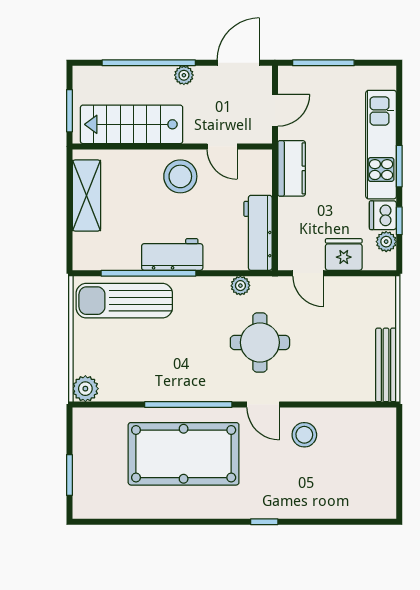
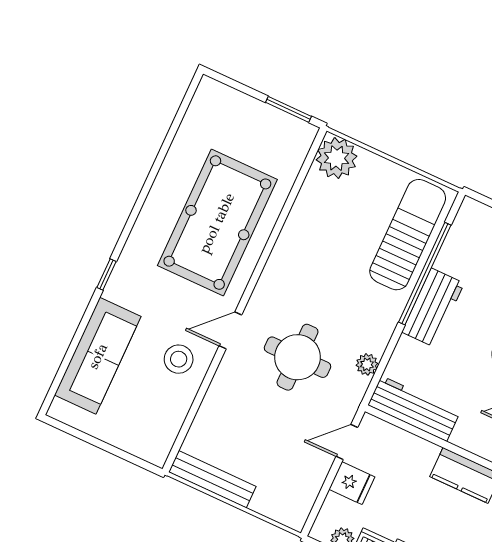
fridge: (344, 254) -> (352, 483), width x0.72
plant: (85, 389) -> (337, 158), width x1.36, depth x1.36
window: (188, 405) -> (267, 251), removed
window: (69, 475) -> (289, 109), moved
sofa: (331, 499) -> (98, 356), added

